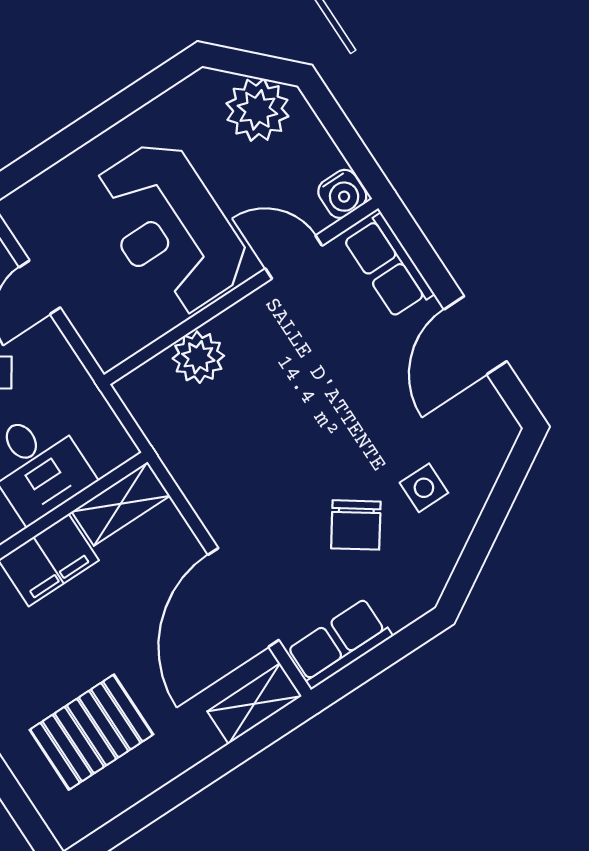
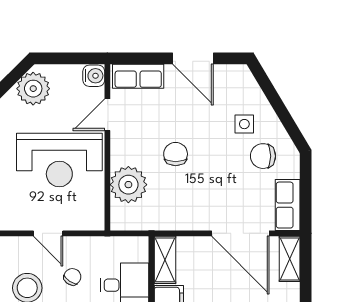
plant: (198, 357) -> (128, 185), width x1.36, depth x1.36
chair: (303, 409) -> (176, 154), added
chair: (356, 525) -> (263, 156), moved, turned 145

